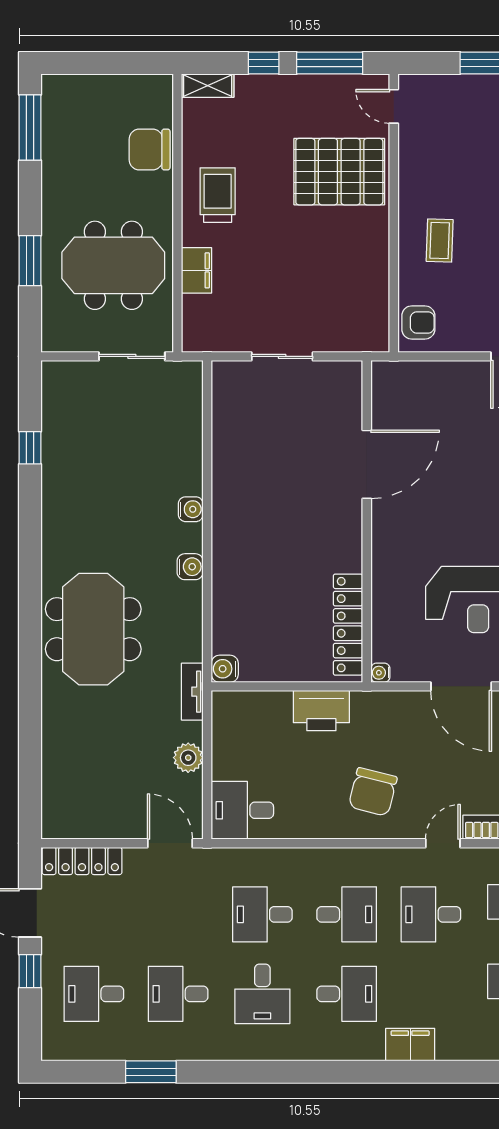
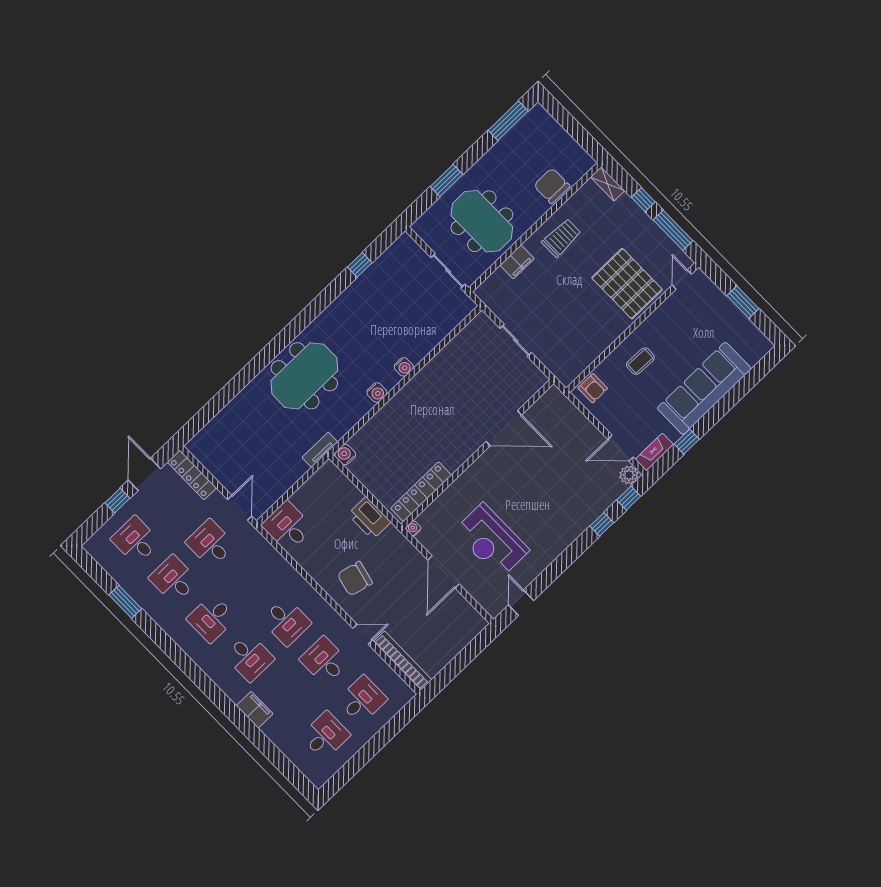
plant: (188, 758) -> (288, 478), removed
desk: (262, 914) -> (210, 544), moved

